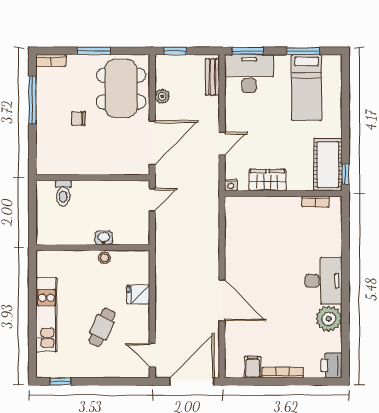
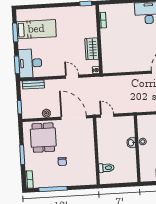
dining table: (121, 88) -> (43, 138), width x0.73
cot: (328, 165) -> (81, 14), removed

